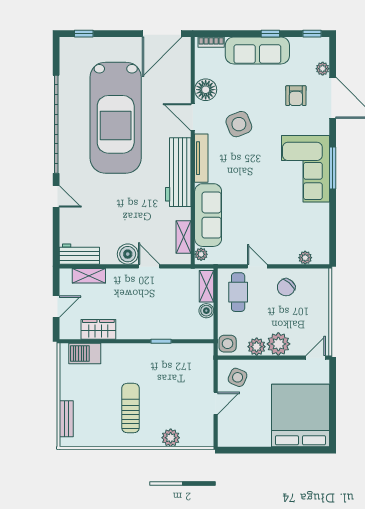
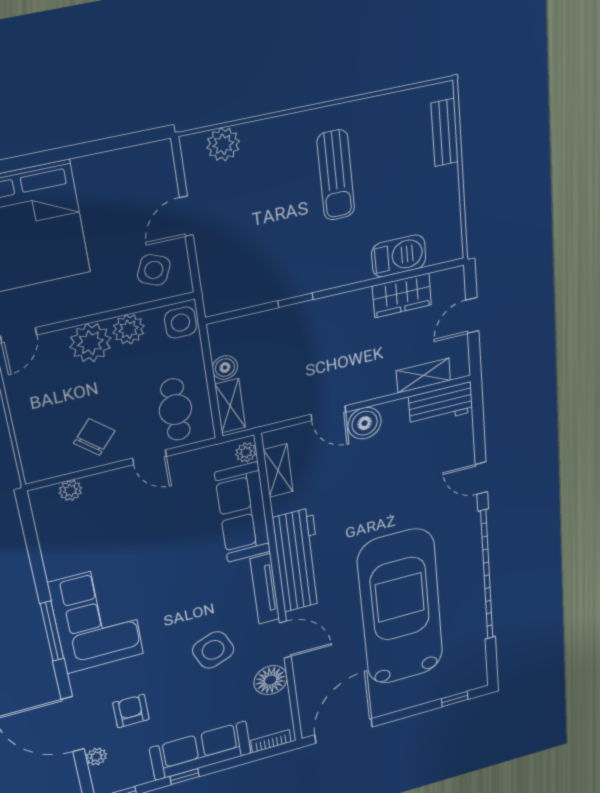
barbecue: (85, 354) -> (399, 256), moved
plant: (171, 438) -> (223, 144), moved

